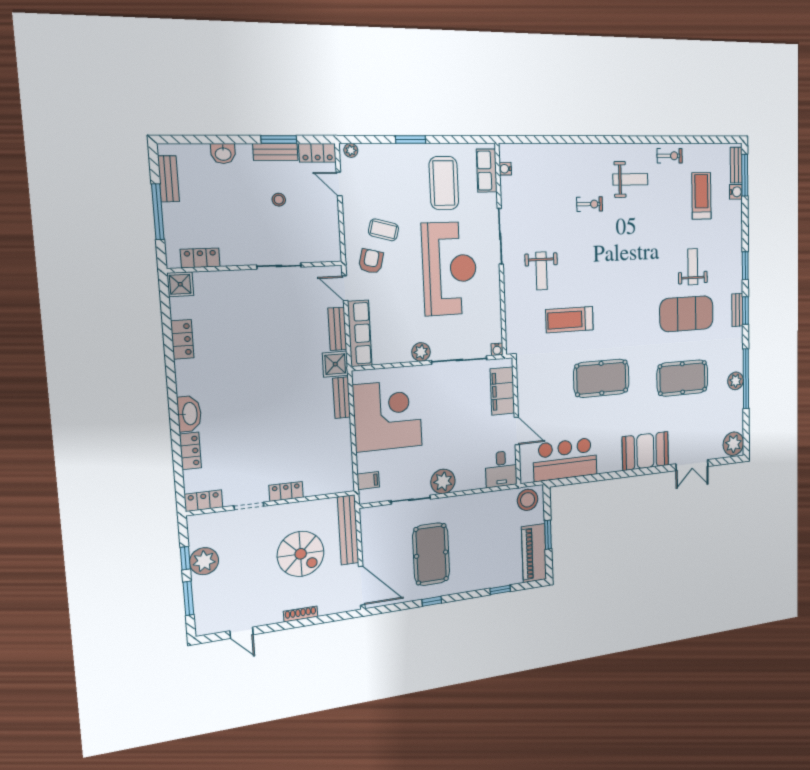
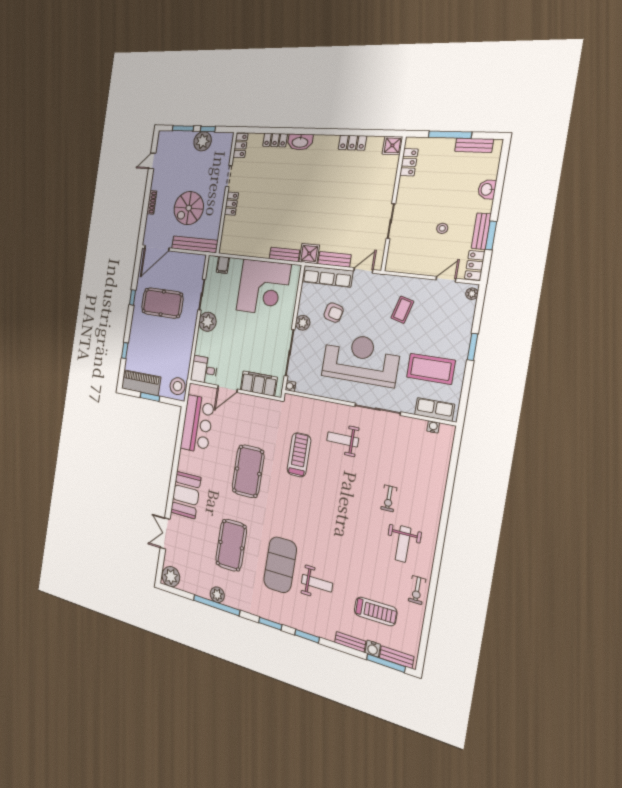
armchair: (371, 261) -> (334, 313), moved
reception desk: (449, 269) -> (361, 359), turned 180
bench: (737, 310) -> (350, 642), moved

